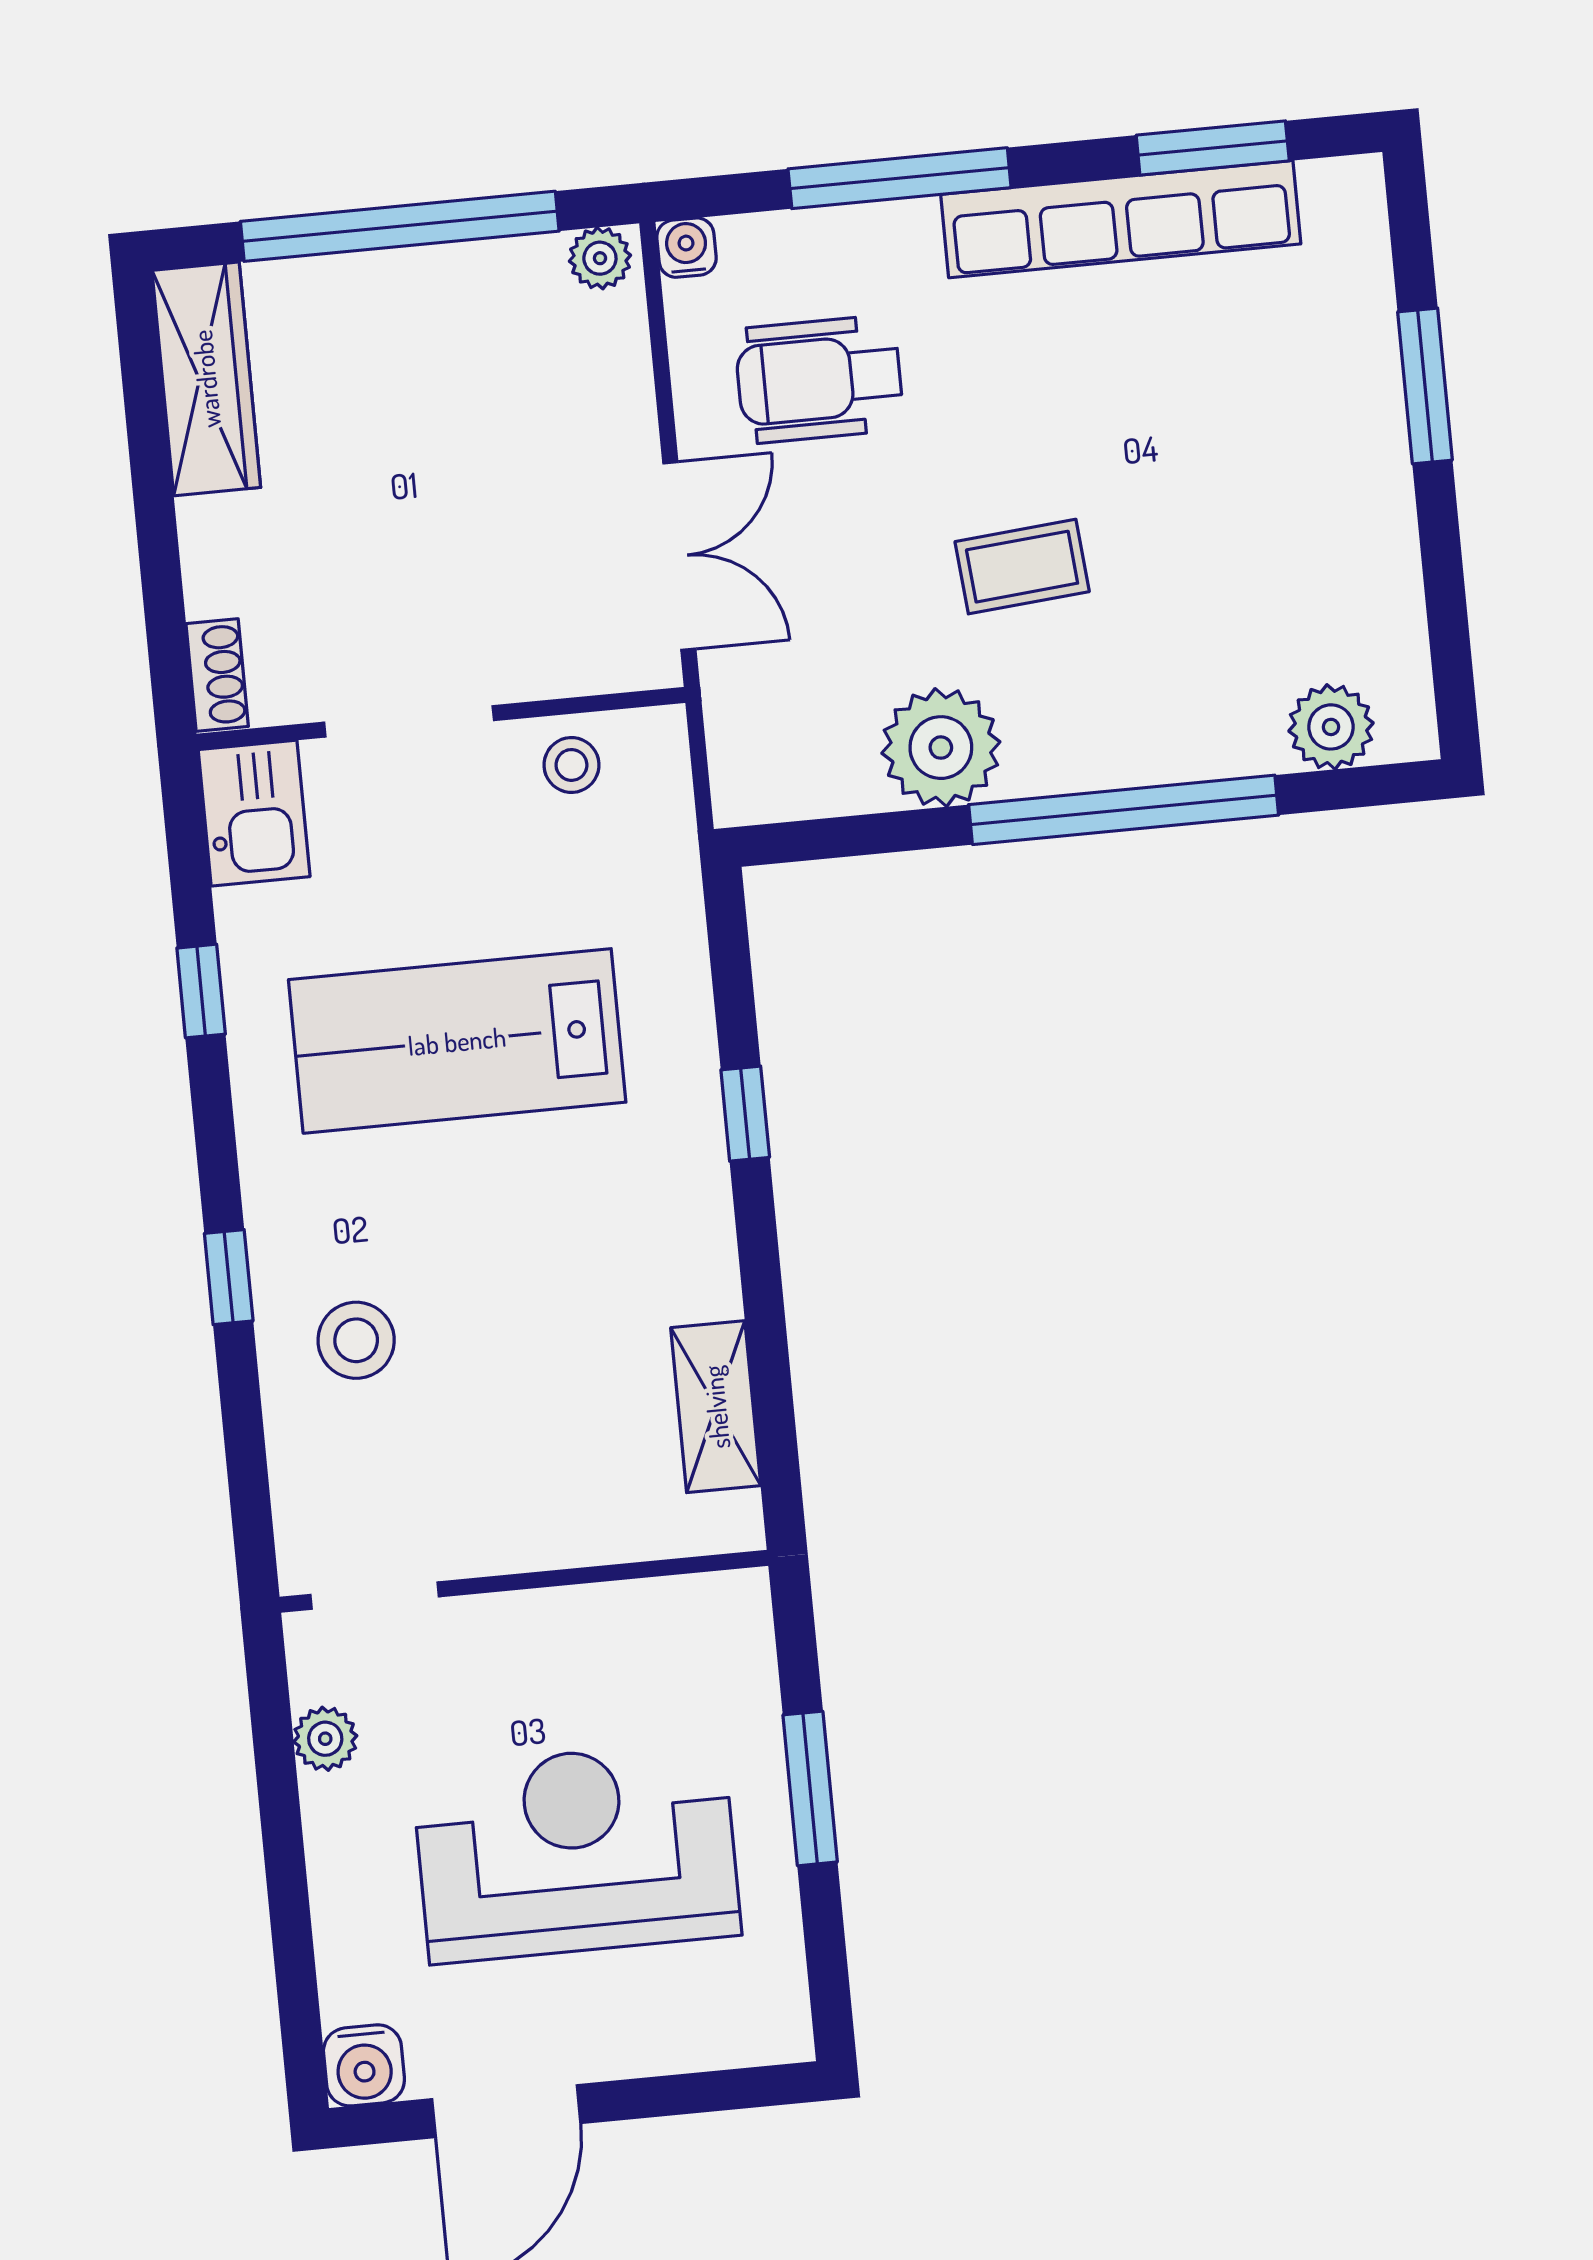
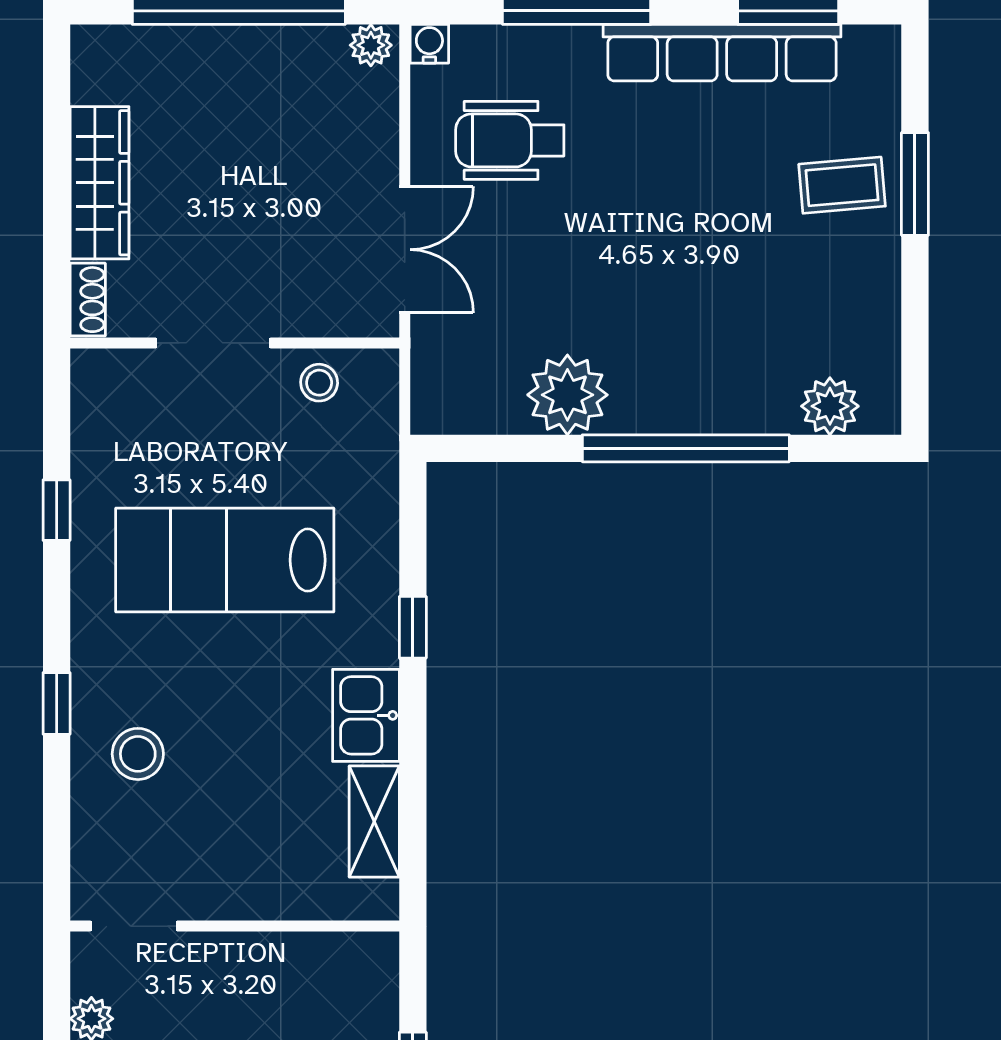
wardrobe: (206, 379) -> (99, 183), moved
coffee table: (1022, 567) -> (842, 185), moved
kitchen sink: (254, 813) -> (366, 715), moved, turned 180

